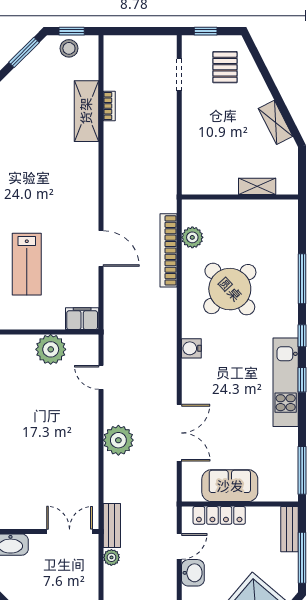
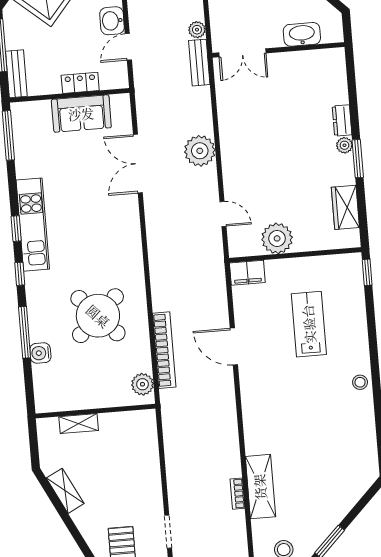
plant: (192, 237) -> (142, 384), moved
water cooler: (191, 348) -> (40, 353), moved, turned 180
locker: (219, 515) -> (80, 83), width x0.66

